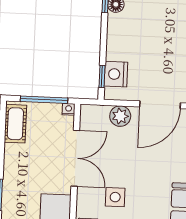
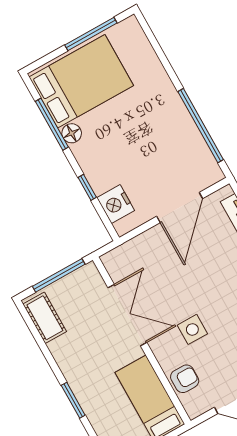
window: (102, 76) -> (87, 187), moved
nightstand: (69, 109) -> (90, 270), removed
plant: (120, 116) -> (146, 244), removed

